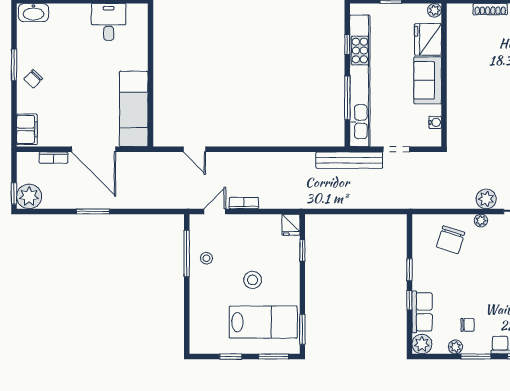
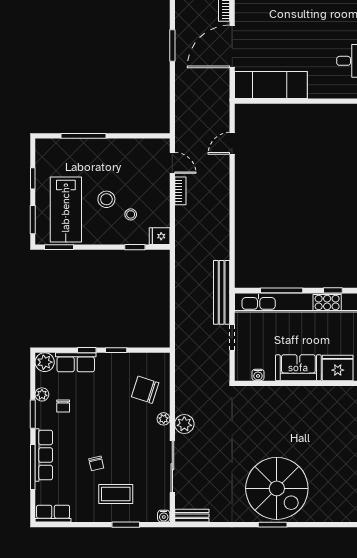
window: (187, 254) -> (84, 136), moved
stool: (206, 258) -> (131, 214), moved

